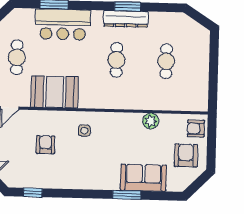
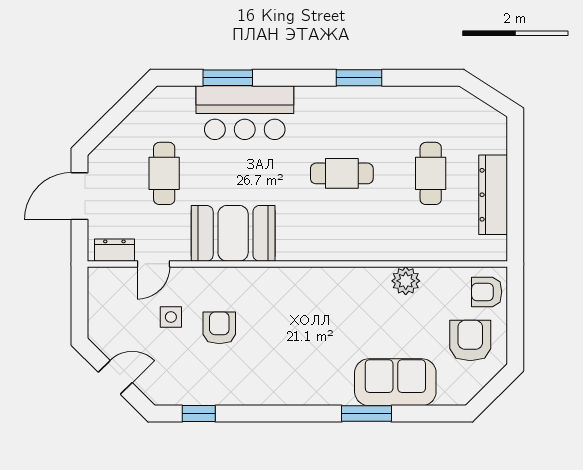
dresser: (126, 19) -> (493, 195), moved, turned 90
cafe table: (116, 60) -> (342, 173), turned 90
side table: (84, 131) -> (171, 317), moved

